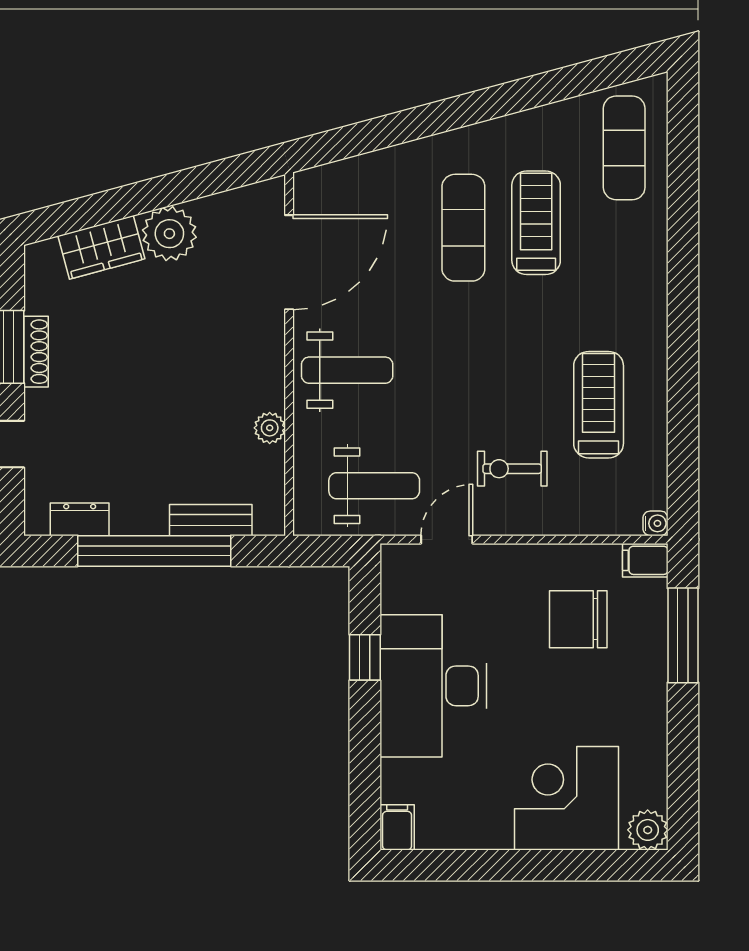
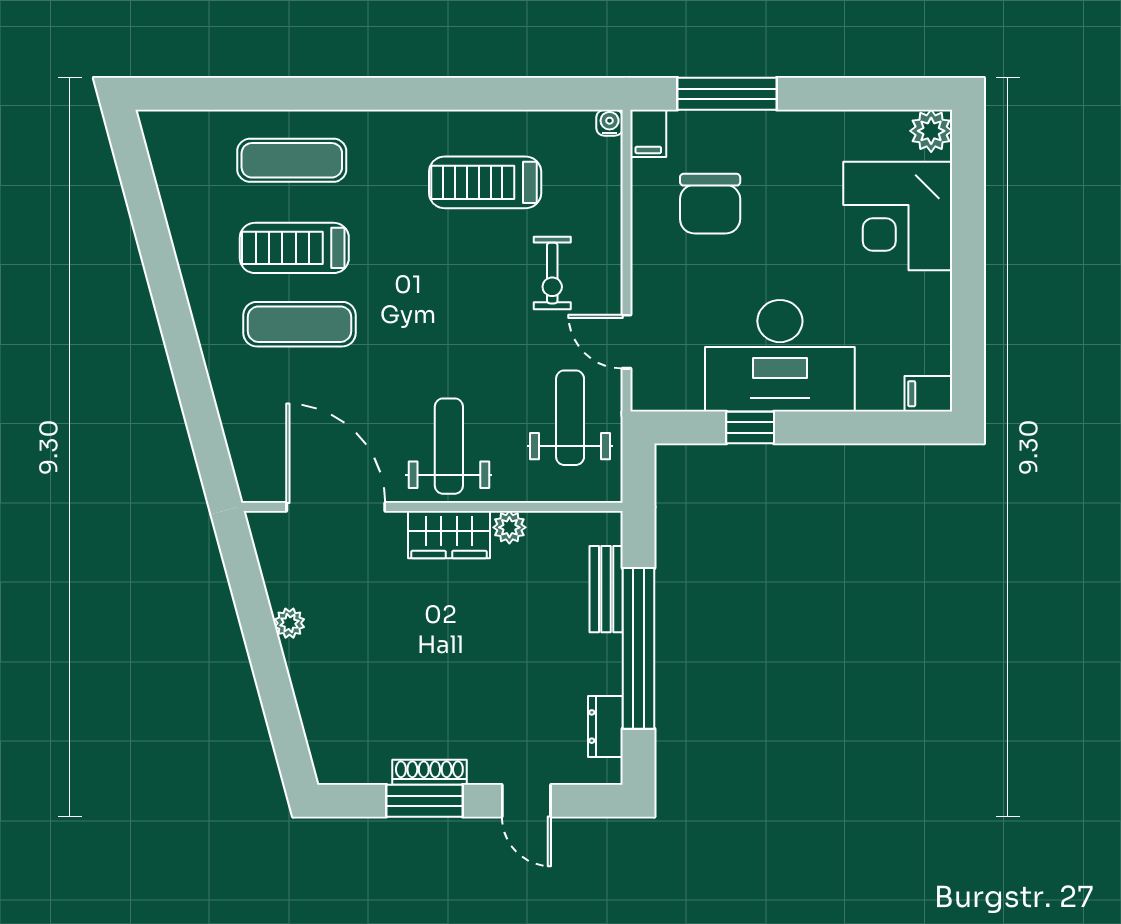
exercise mat: (624, 148) -> (292, 160), moved
plant: (169, 234) -> (289, 623), width x0.53, depth x0.53
wardrobe: (101, 247) -> (449, 535), moved, turned 105

